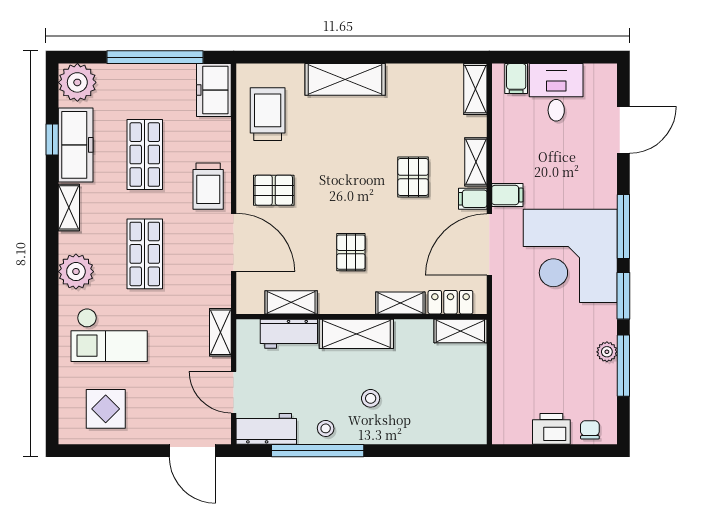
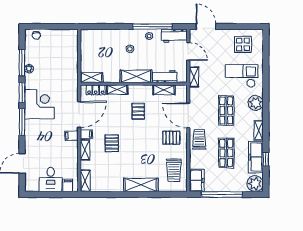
corner desk: (570, 256) -> (39, 104), width x0.74, depth x0.74
printer: (551, 429) -> (53, 36), removed

